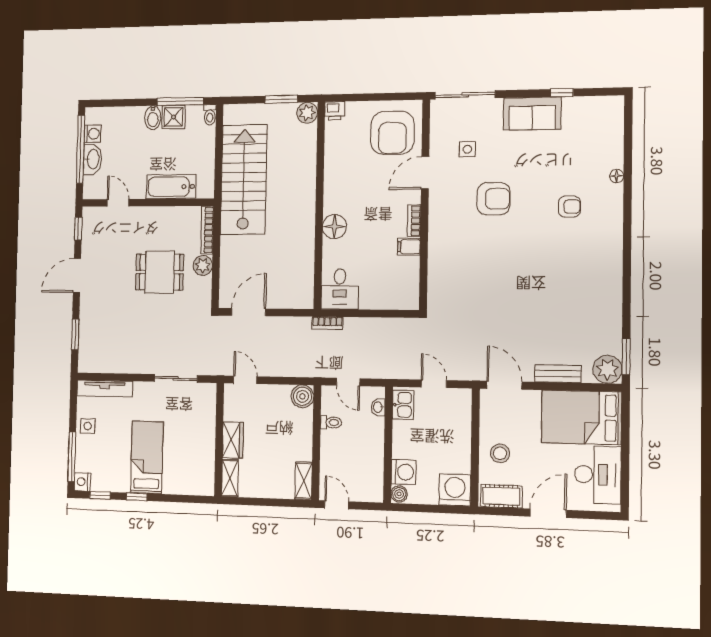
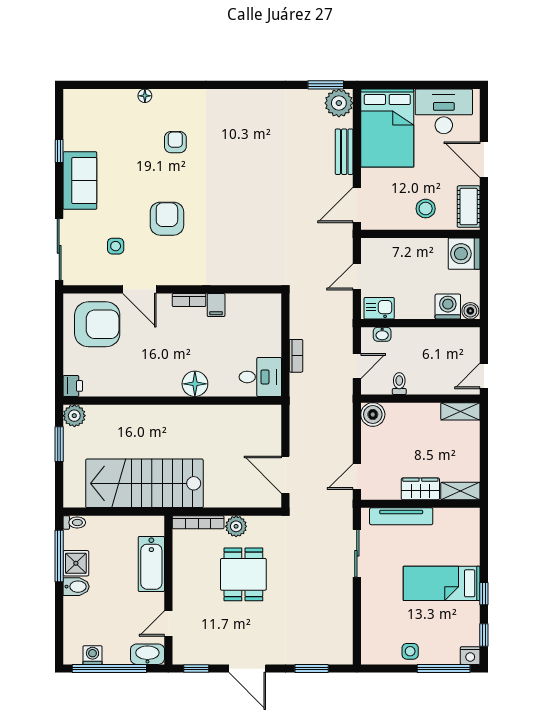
washbasin: (93, 159) -> (147, 654), moved
bookcase: (327, 323) -> (296, 356), moved
tv unit: (105, 389) -> (401, 516), moved, turned 90

